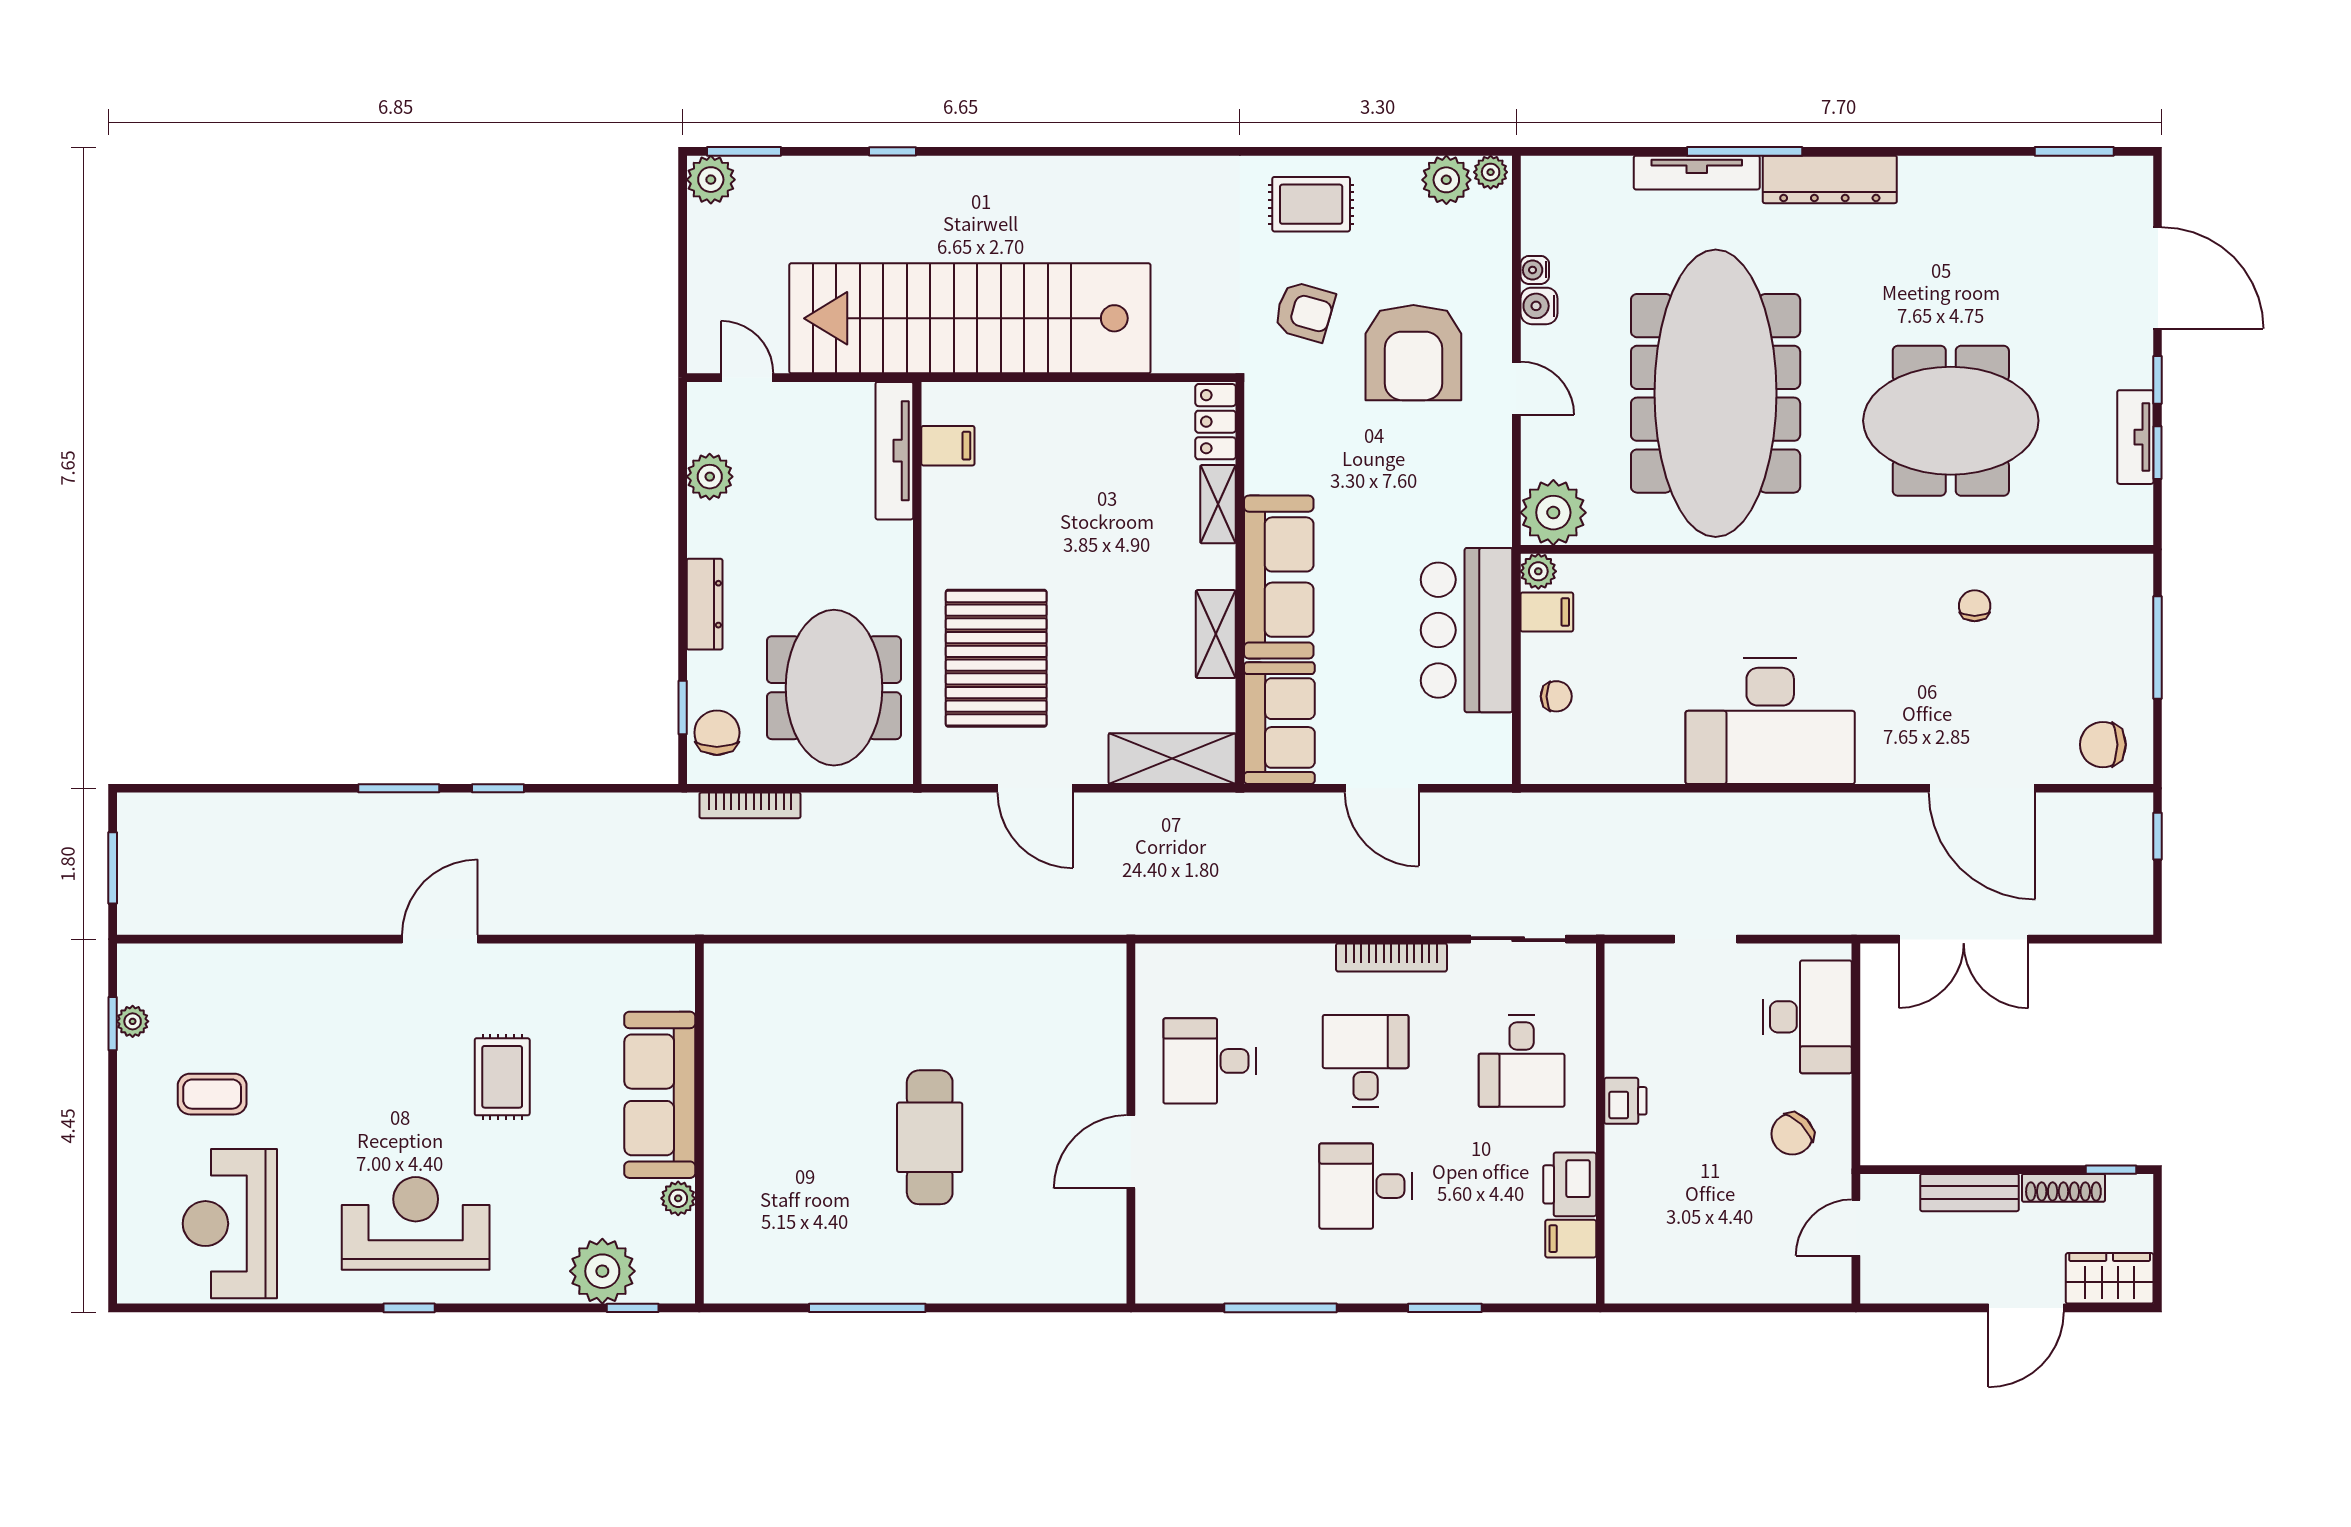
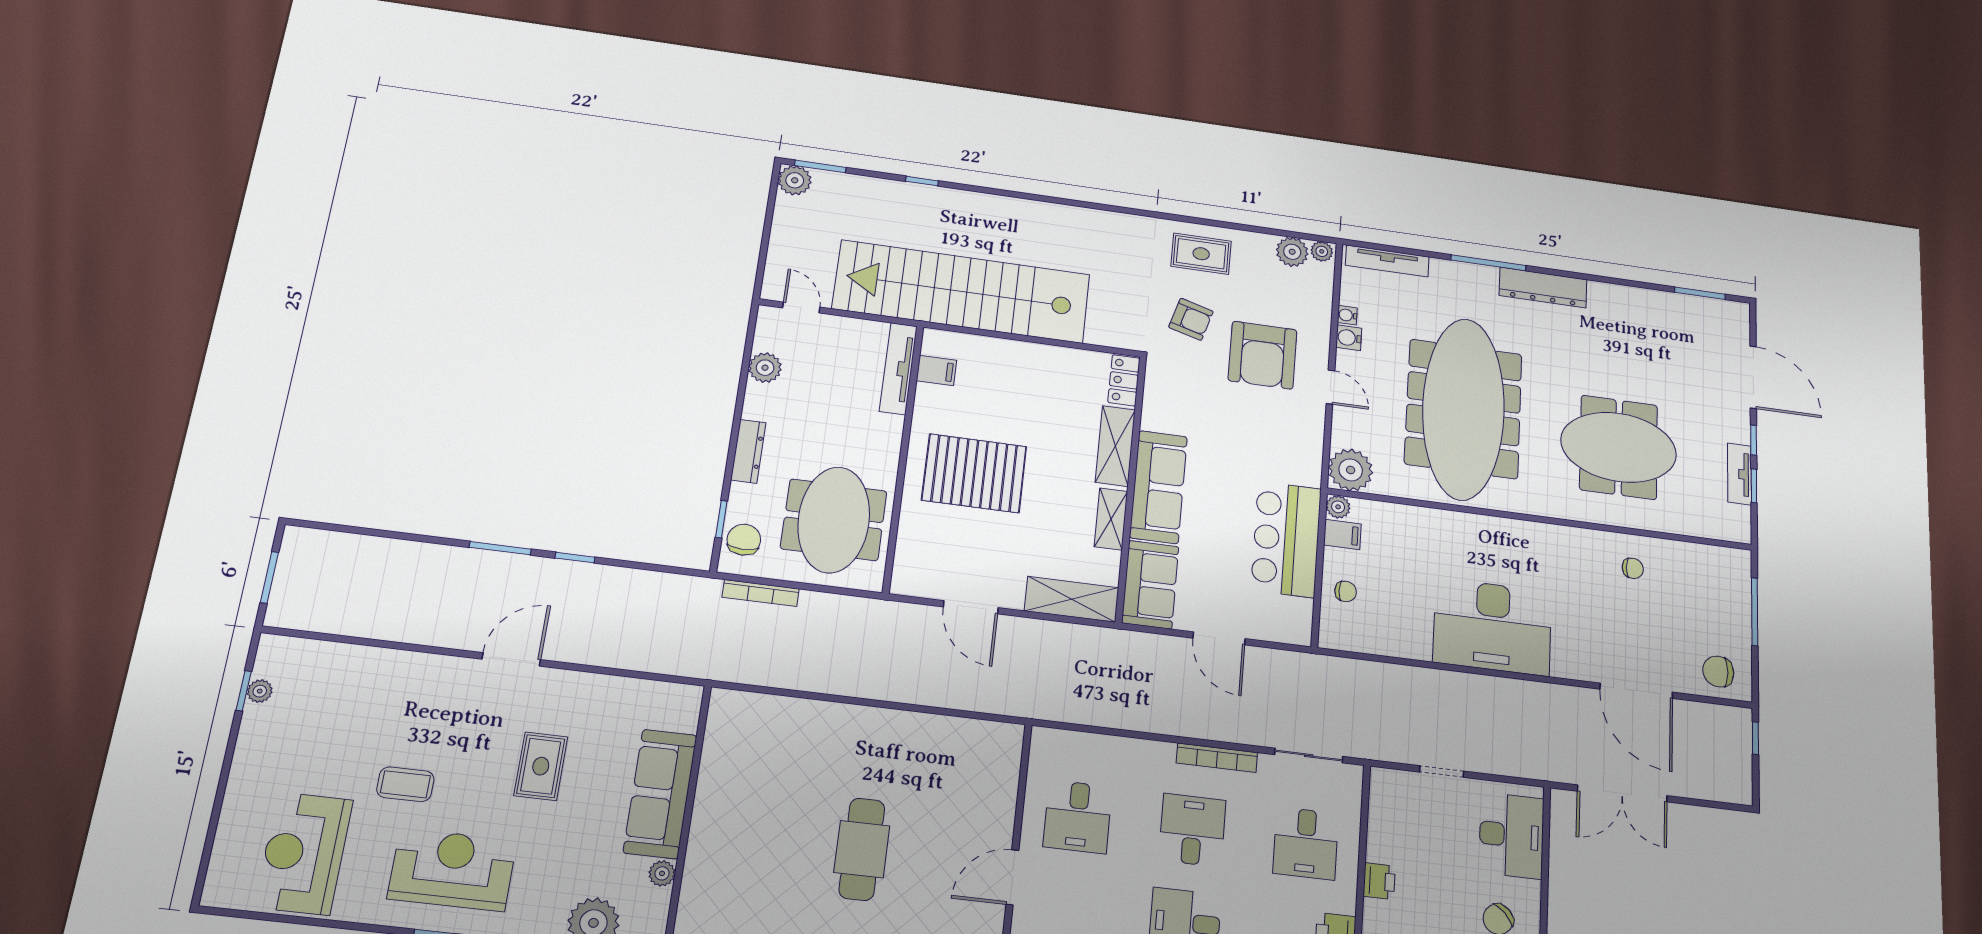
tv unit: (1697, 173) -> (1387, 261), moved
shelving: (1218, 504) -> (1115, 446), width x1.50, depth x1.33
chair: (1975, 606) -> (1633, 568), turned 89
pallet: (996, 658) -> (974, 473), moved, turned 90
desk: (1210, 1061) -> (1078, 817), turned -90
coffee table: (212, 1094) -> (405, 784), moved

